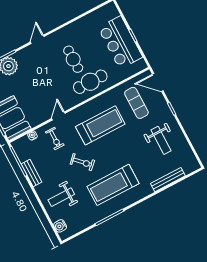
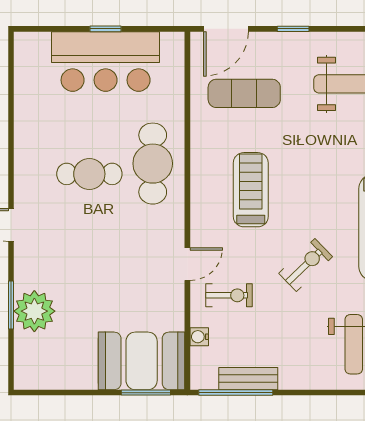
door: (58, 116) -> (187, 264), swing flipped
treadmill: (100, 125) -> (251, 190), width x0.73, depth x0.73
bench: (31, 173) -> (248, 379), moved

